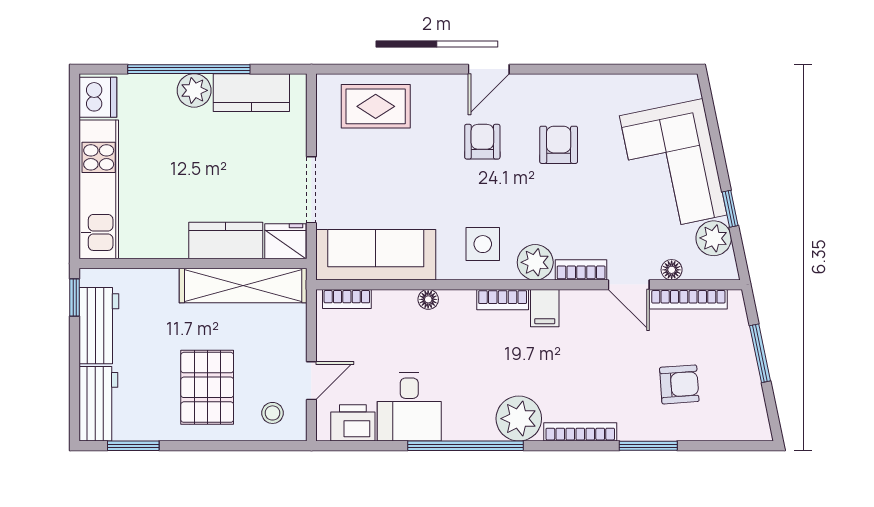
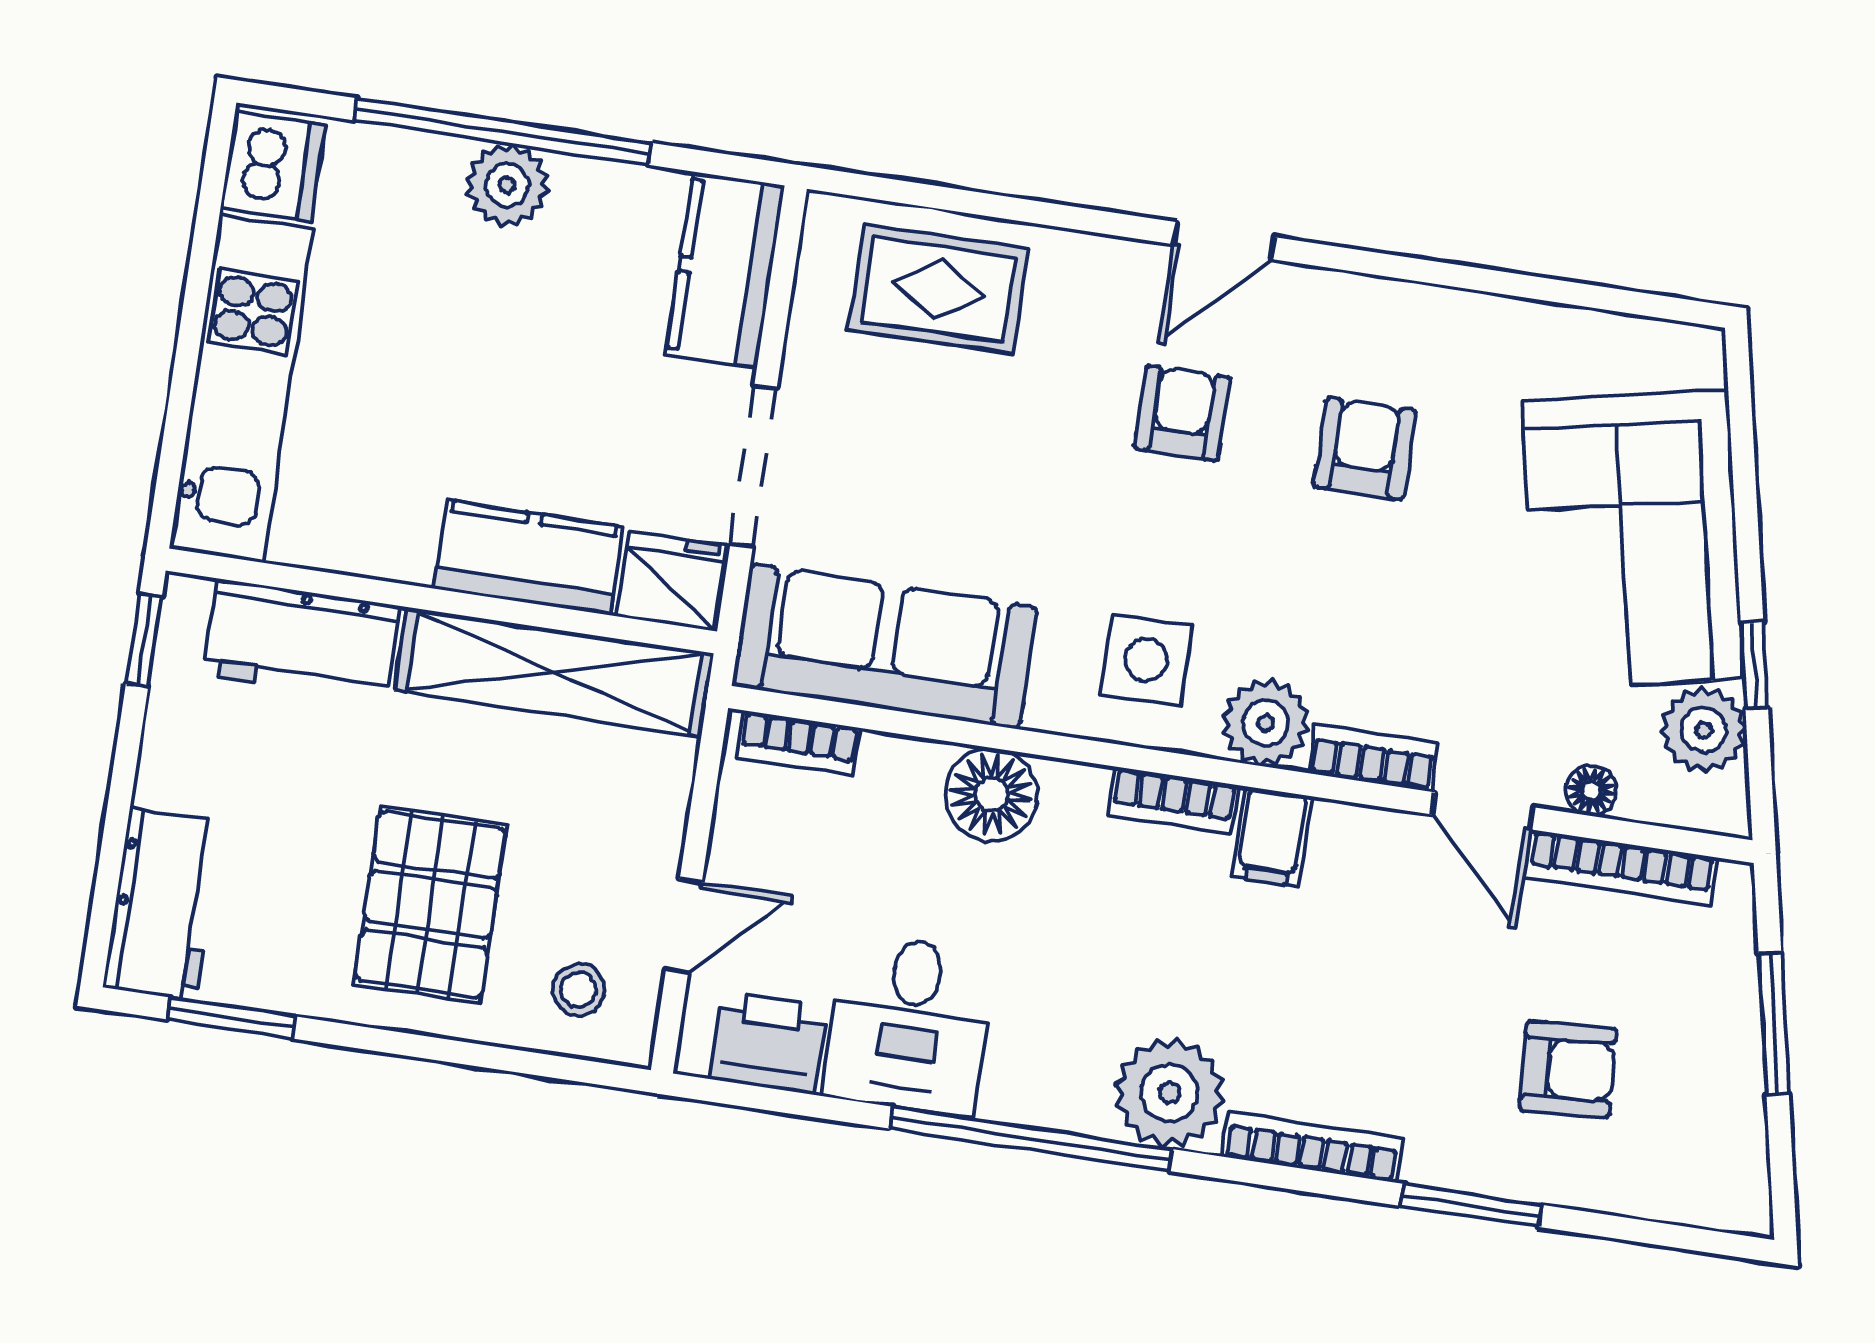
kitchen counter: (251, 93) -> (725, 270), moved, turned 90
floor lamp: (428, 299) -> (991, 795), width x1.89, depth x1.89
workbench: (99, 326) -> (302, 640), moved, turned 90

